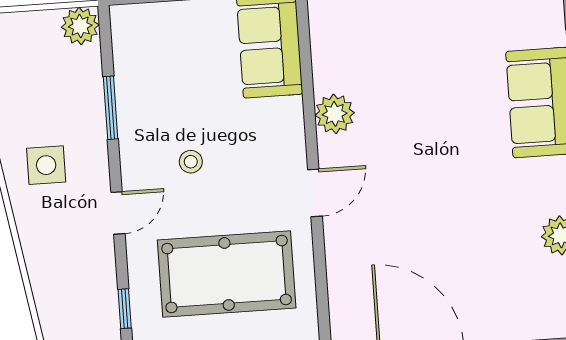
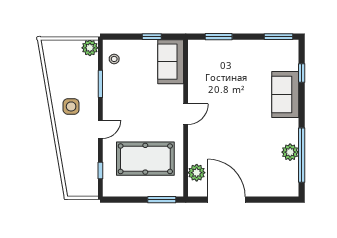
plant: (335, 114) -> (197, 173), moved
stool: (191, 162) -> (114, 59), moved
door: (315, 193) -> (186, 114), moved

